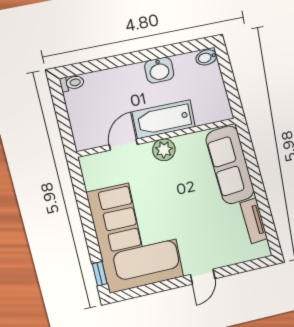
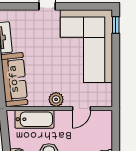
bathtub: (164, 119) -> (34, 119), moved

